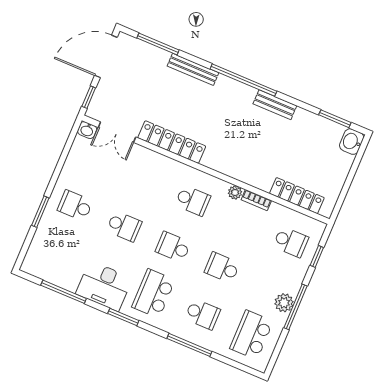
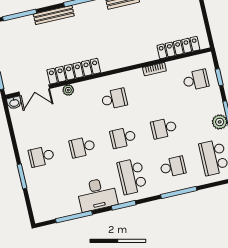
plant: (235, 192) -> (68, 90), moved
school desk: (124, 226) -> (82, 147), turned 180

